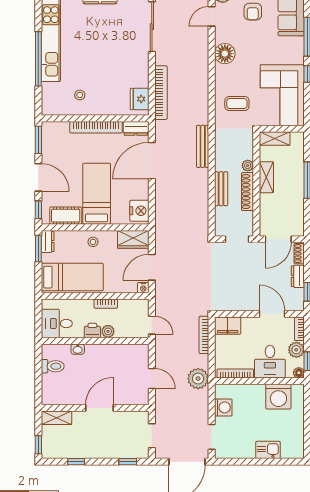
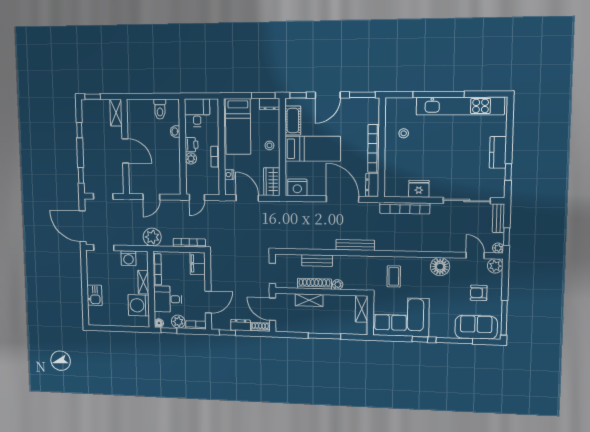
fridge: (140, 99) -> (419, 189), moved
shelving: (266, 177) -> (309, 300), moved
nightstand: (143, 288) -> (229, 175), moved
shelving: (251, 390) -> (143, 282), added

